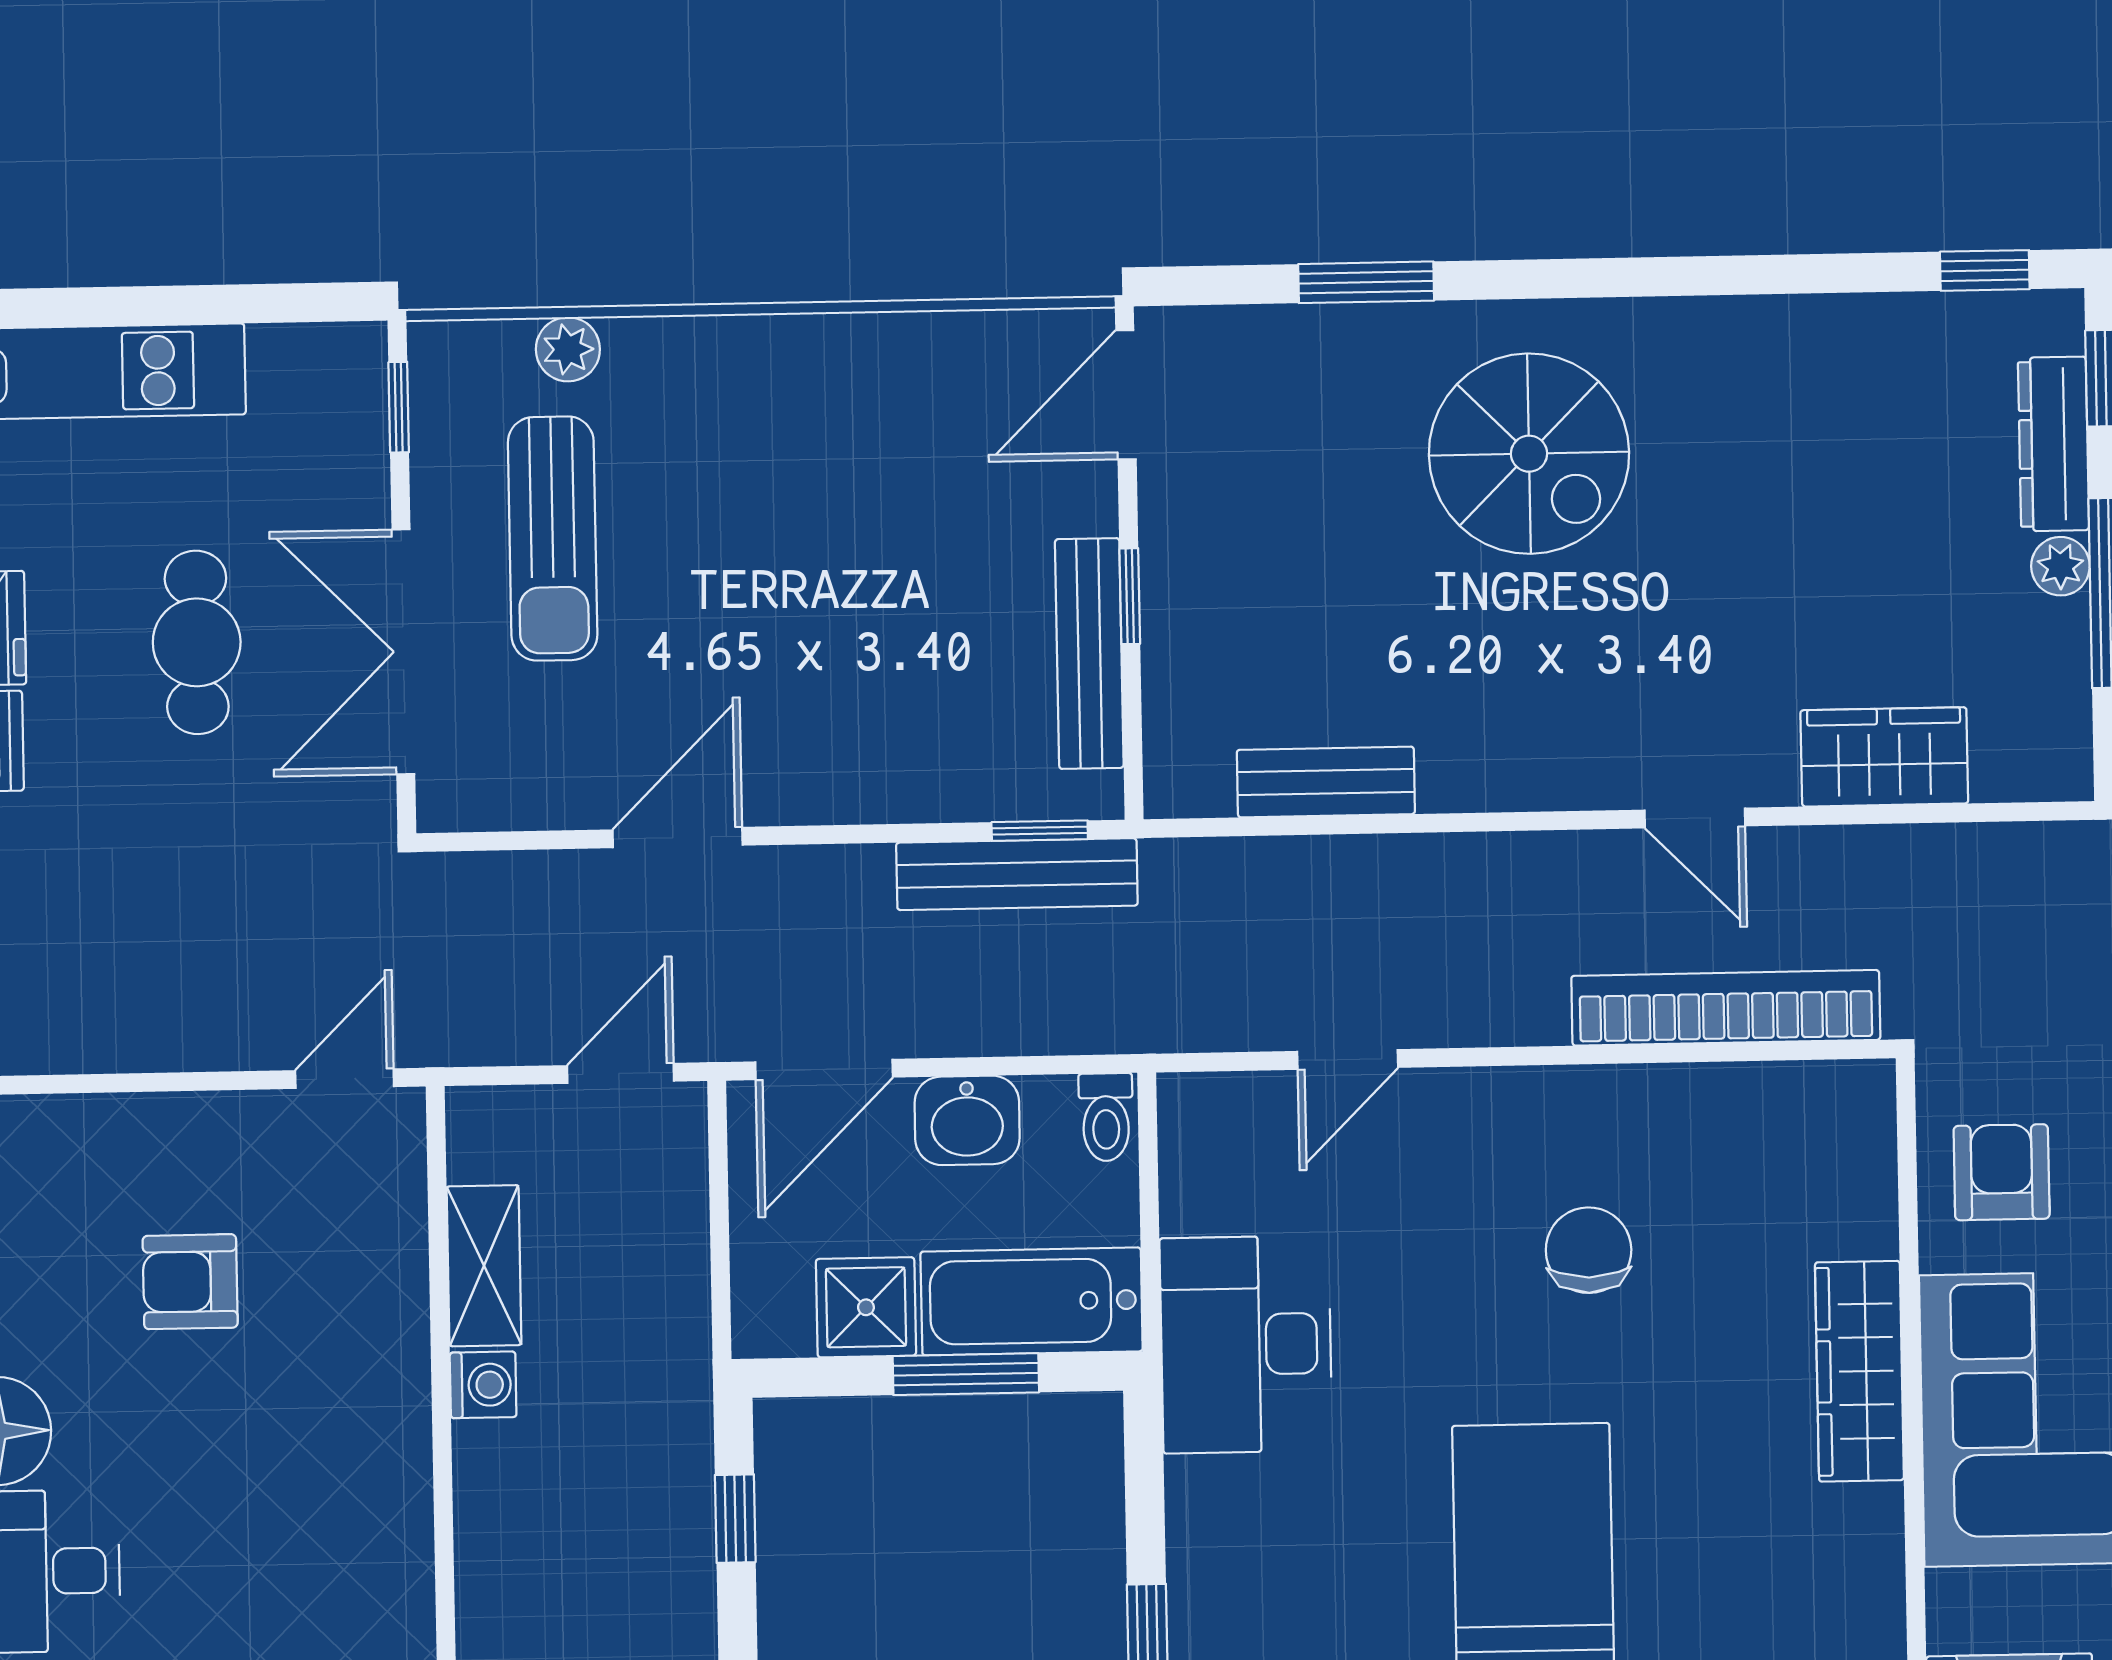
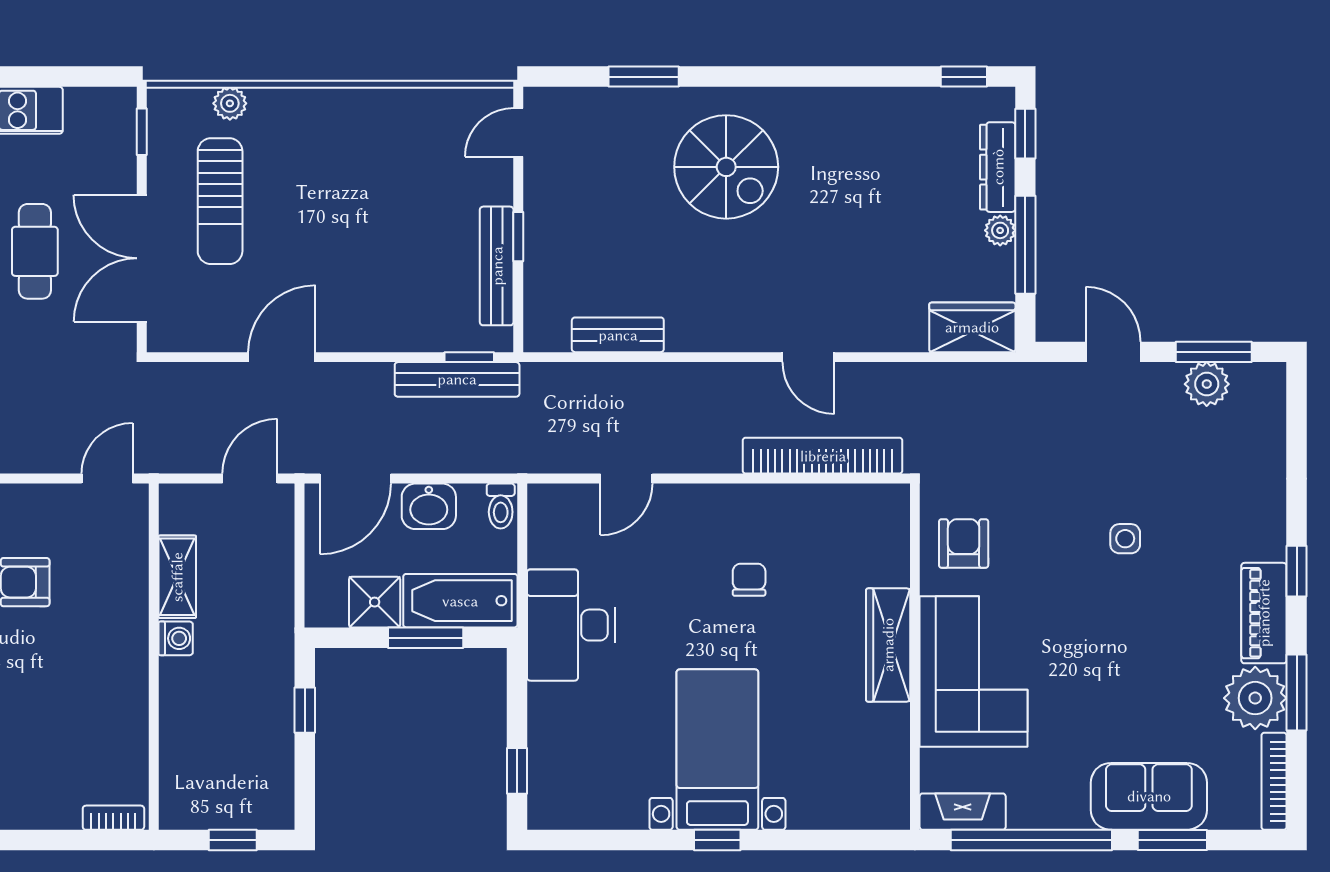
door: (1126, 395) -> (518, 132), width x0.73
wardrobe: (1884, 757) -> (972, 327), moved
chair: (1589, 1250) -> (749, 580), width x0.73, depth x0.73

